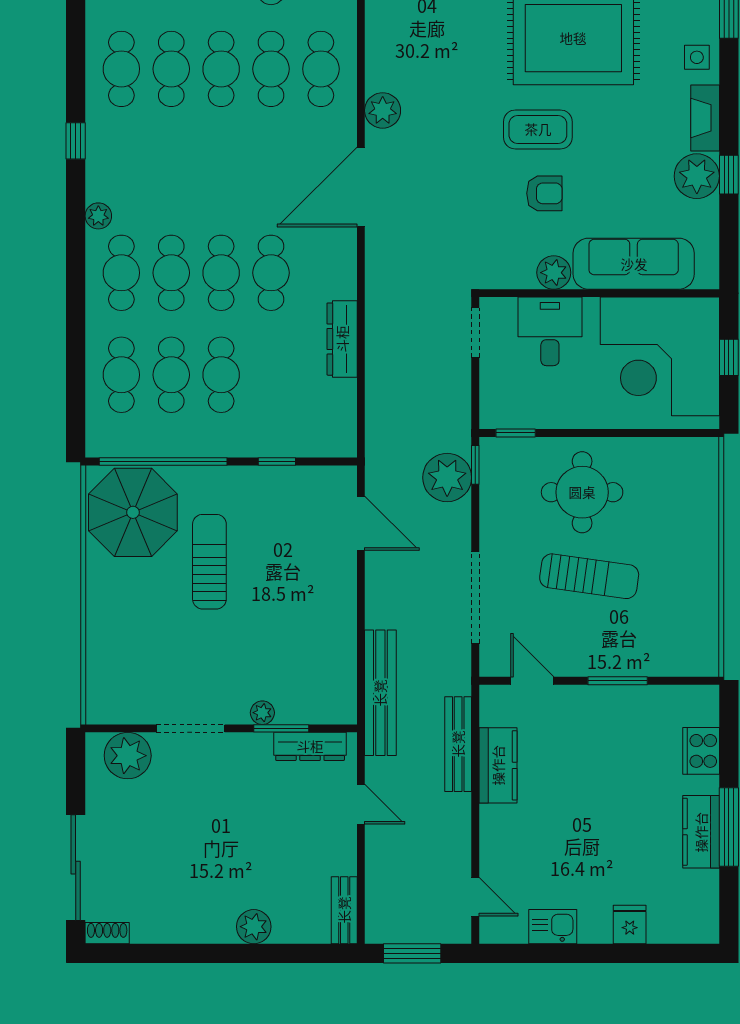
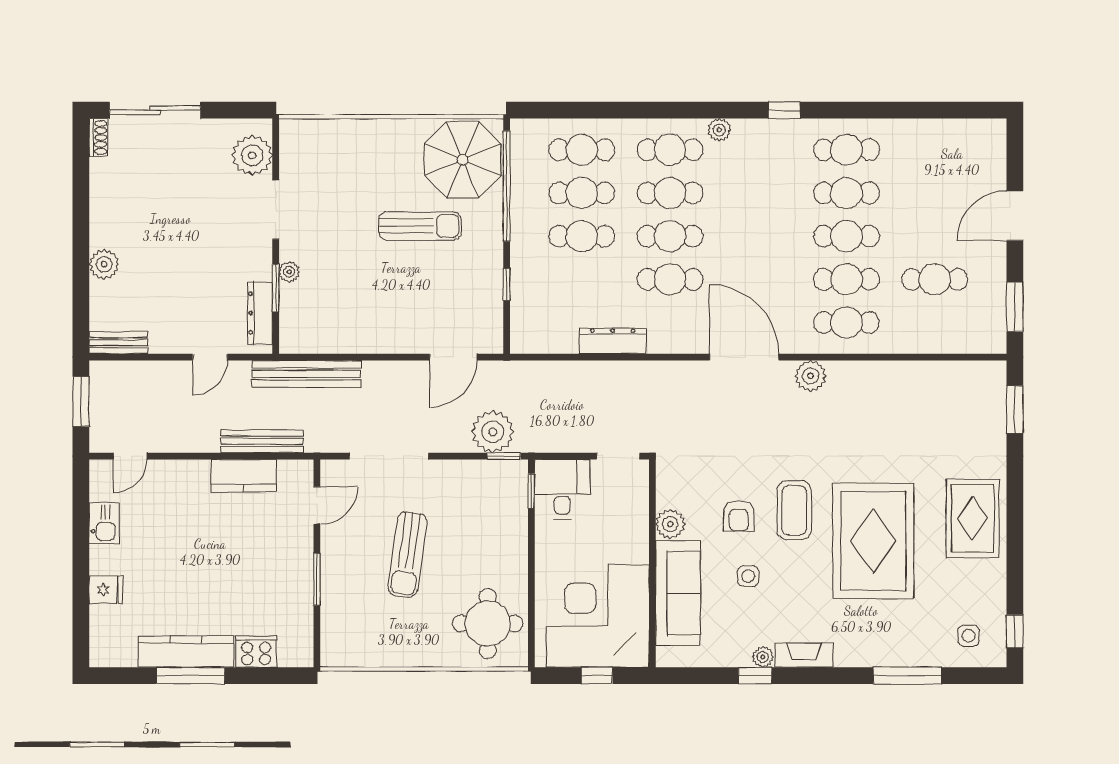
side table: (697, 57) -> (748, 576), moved
plant: (697, 176) -> (763, 657), width x0.53, depth x0.53
desk: (550, 331) -> (562, 489), moved, turned -90
round table: (582, 492) -> (488, 623), moved
kitchen counter: (701, 832) -> (186, 651), width x1.50

